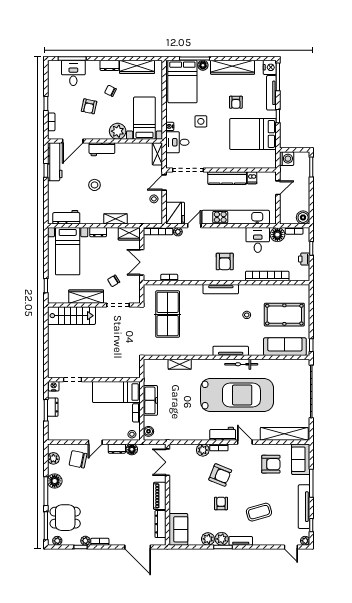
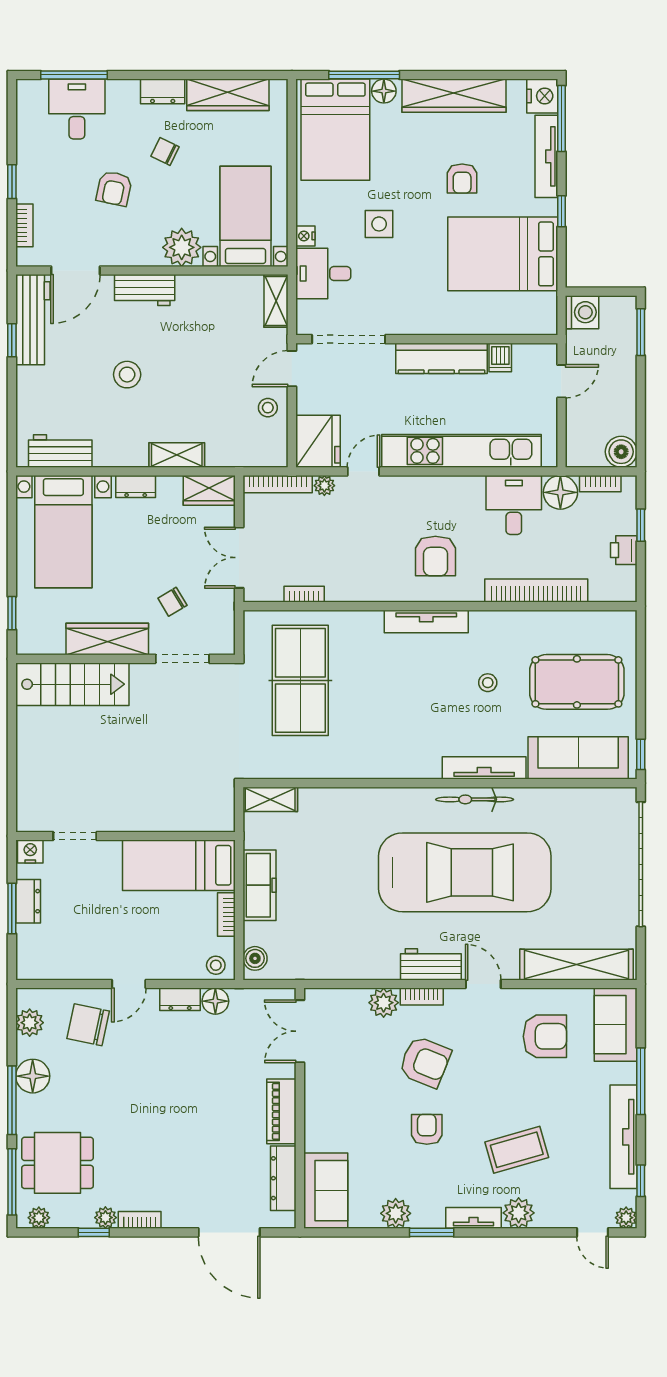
tv unit: (231, 351) -> (484, 768), moved
shelving: (180, 364) -> (270, 799), moved
plant: (222, 539) -> (519, 1213), moved

